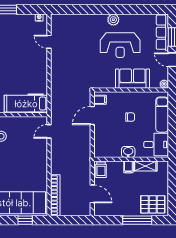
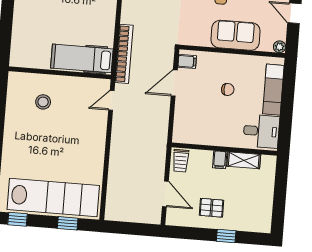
washbasin: (128, 152) -> (221, 139), removed
bookcase: (55, 195) -> (124, 54), moved
pallet: (153, 204) -> (211, 208), moved, width x0.67, depth x0.71
window: (137, 220) -> (226, 236), width x0.46

